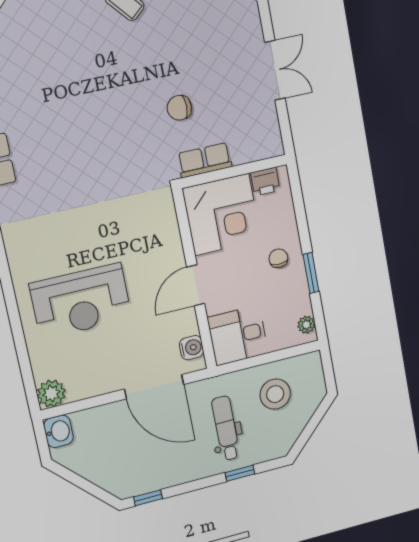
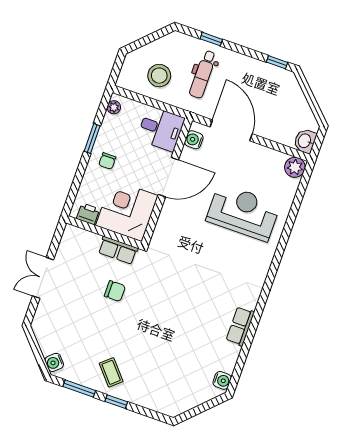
door: (196, 285) -> (168, 177), width x1.36

